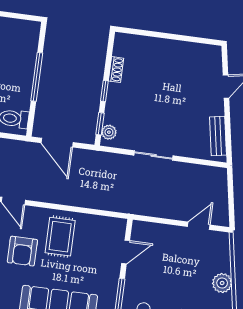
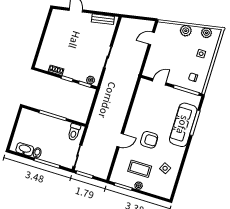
door: (57, 143) -> (91, 110), removed
door: (199, 226) -> (151, 38), hinge flipped
rug: (60, 237) -> (145, 117), removed
door: (126, 252) -> (159, 82), hinge flipped

